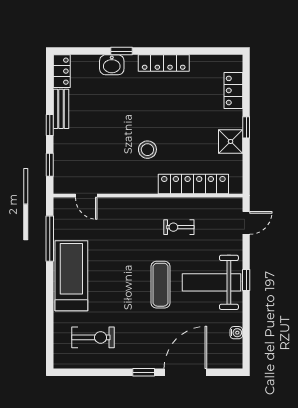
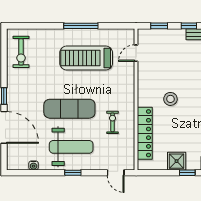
window: (50, 239) -> (81, 26), moved
treadmill: (71, 276) -> (86, 58), moved, turned 180
weight bench: (211, 282) -> (71, 147), turned 90
exercise mat: (161, 285) -> (69, 109), width x1.36, depth x1.45
exercise bike: (93, 337) -> (21, 52), moved

